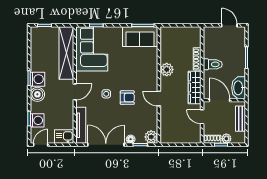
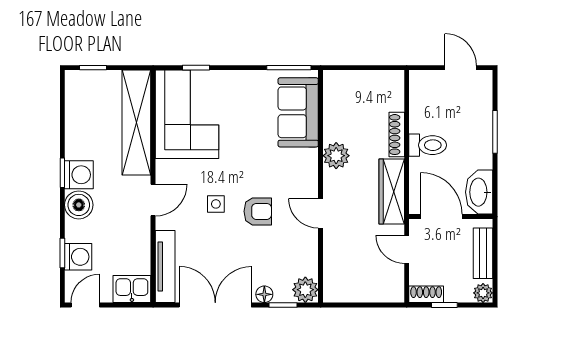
sofa: (140, 37) -> (298, 112), moved, turned 90
plant: (226, 139) -> (483, 293), moved

